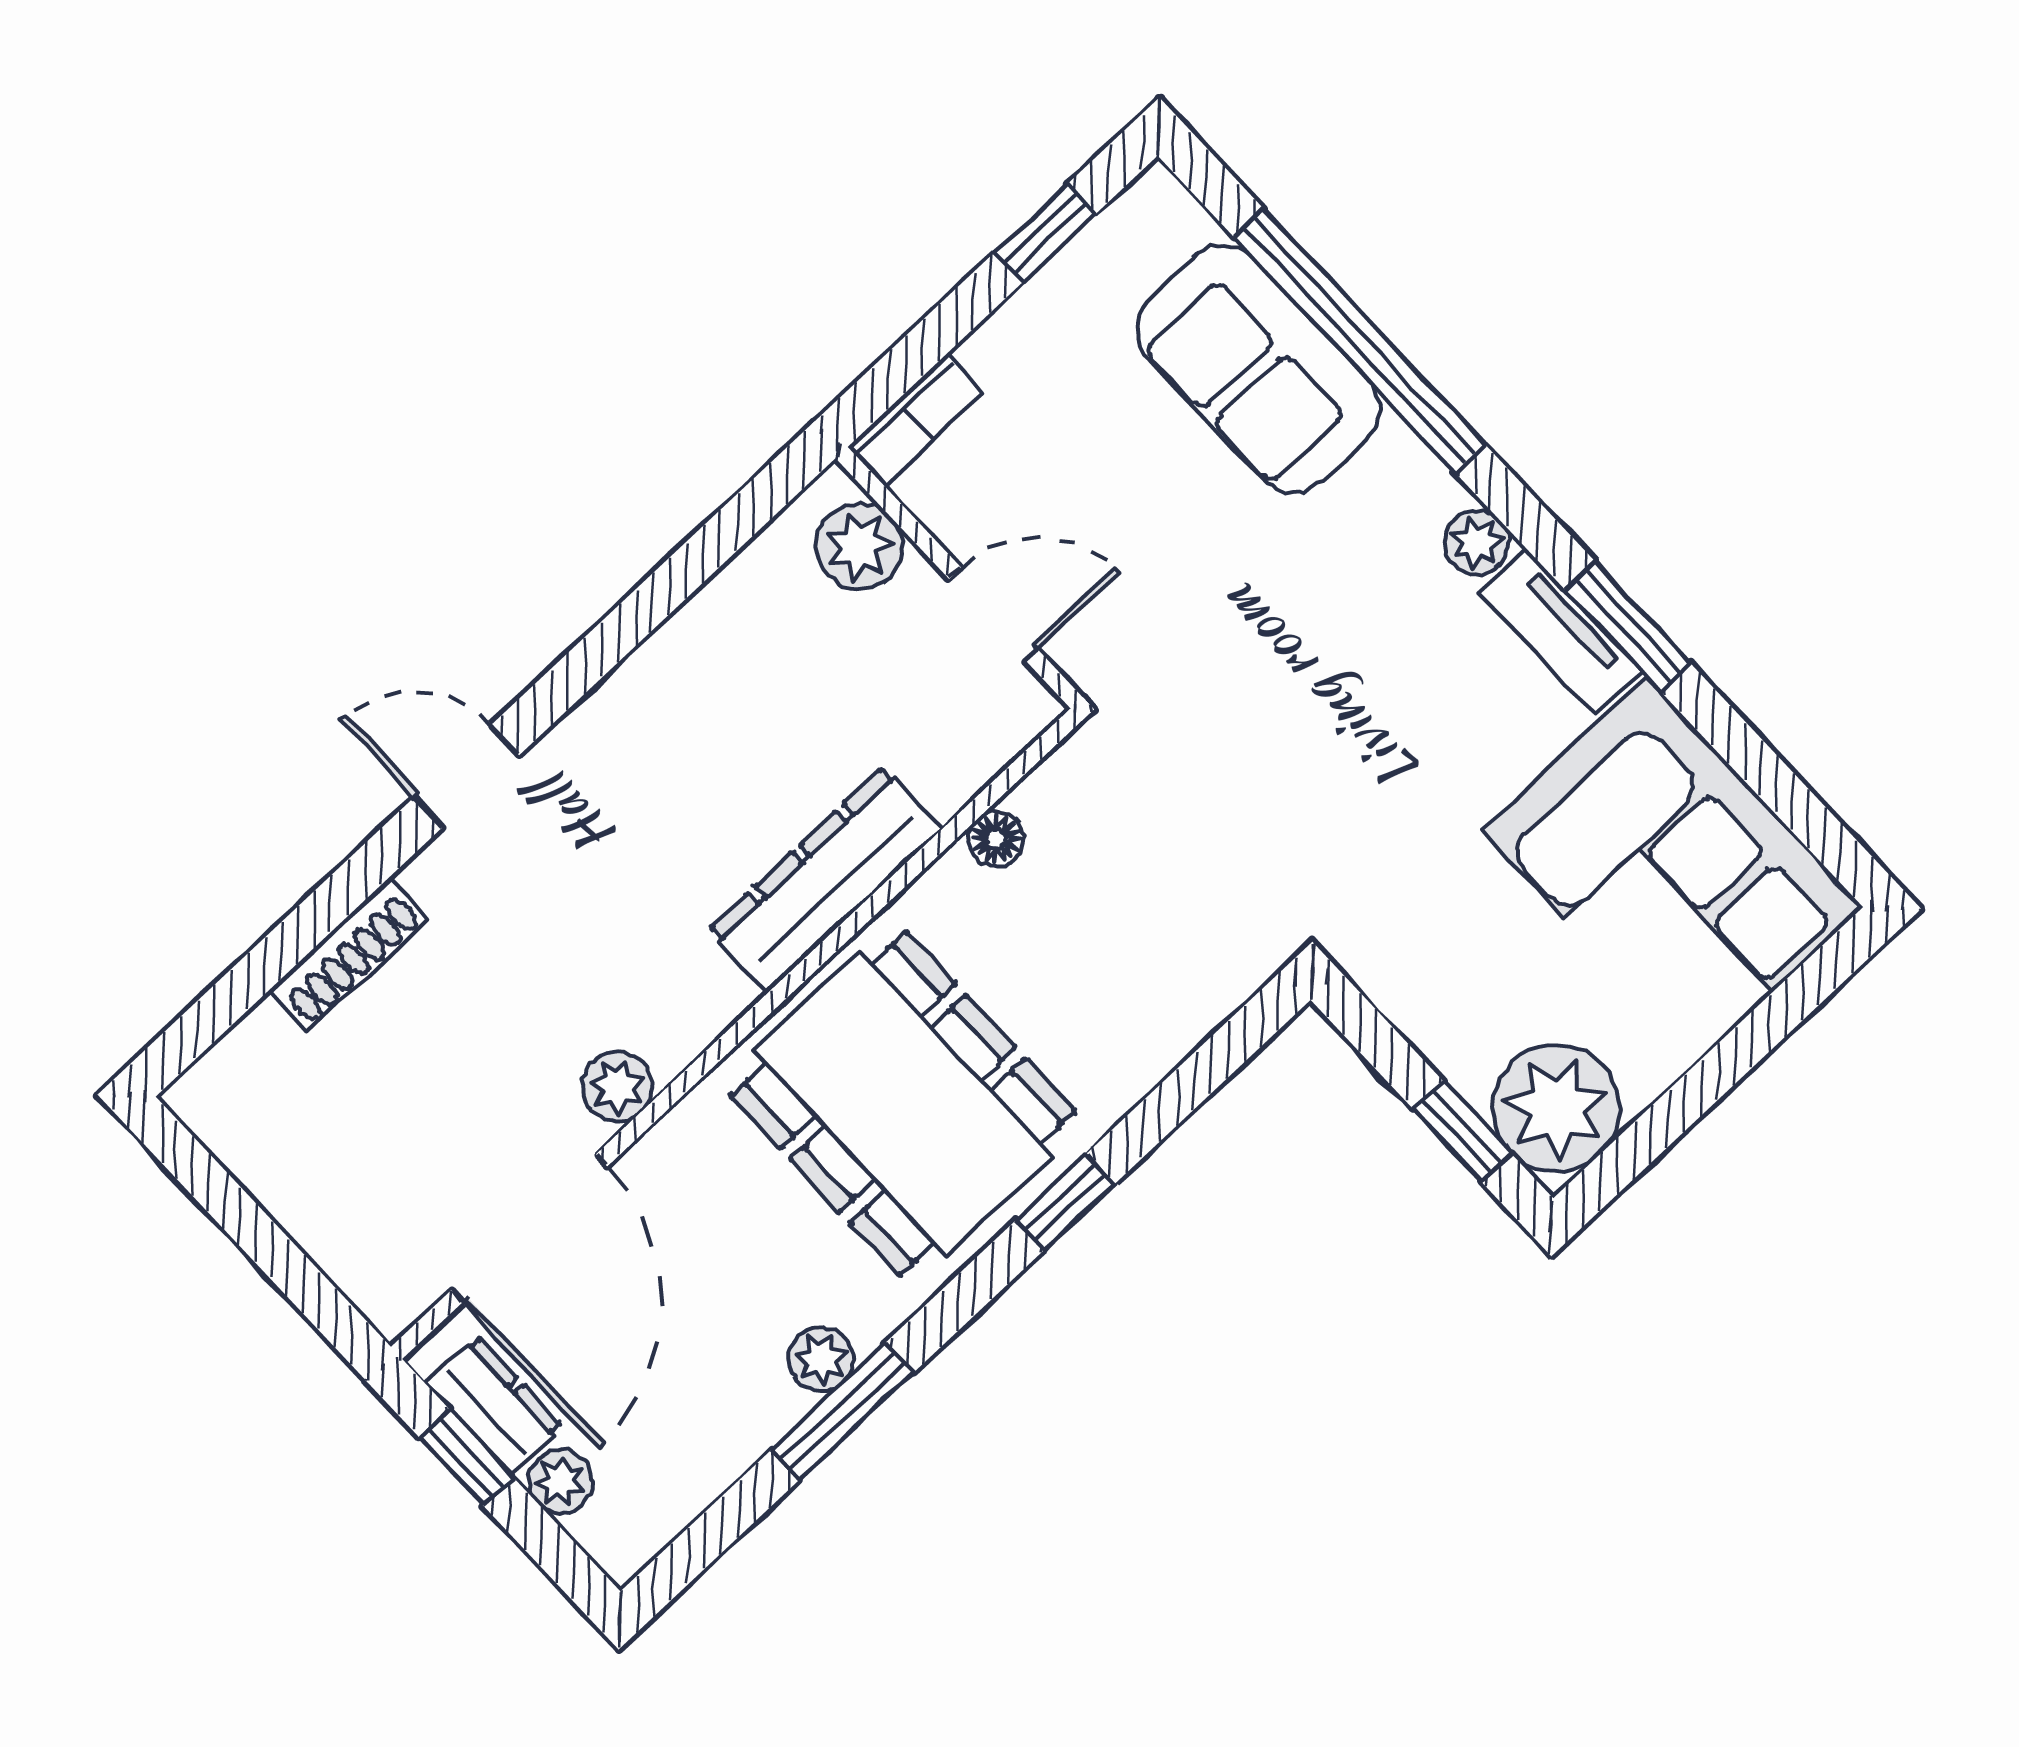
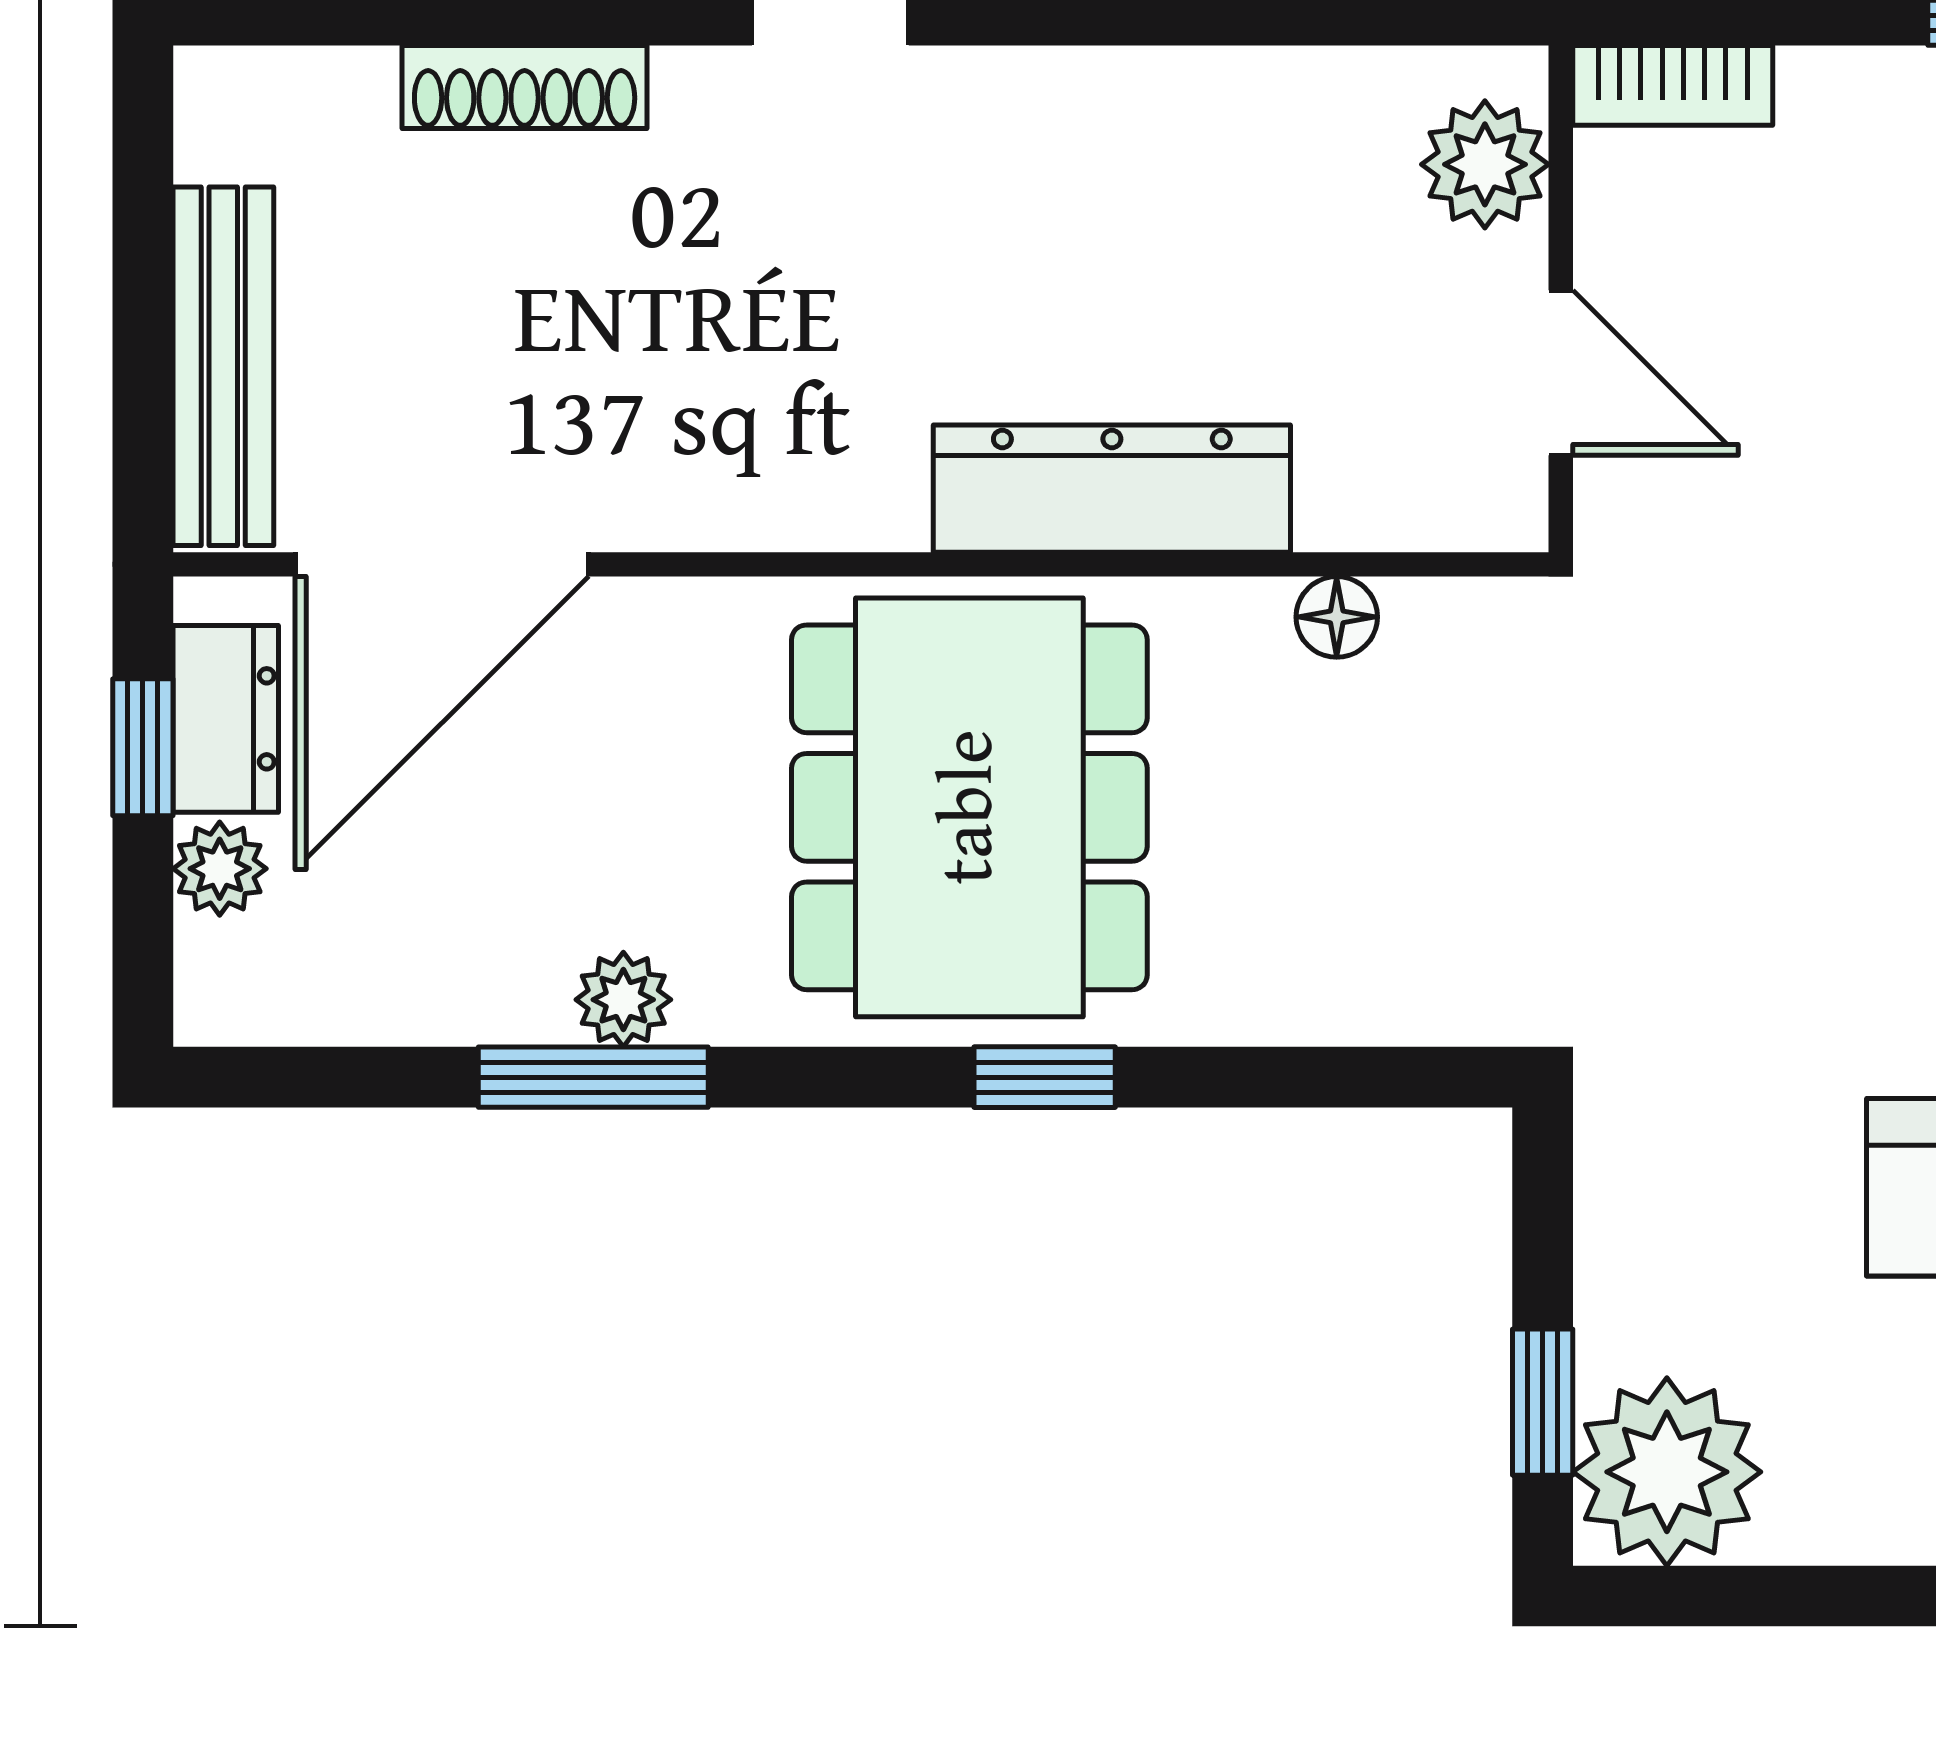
plant: (617, 1087) -> (680, 501), removed
bench: (329, 1232) -> (223, 366), added

